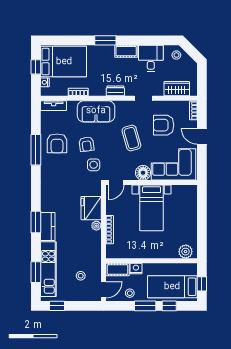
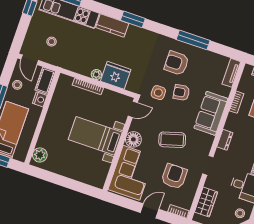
armchair: (57, 143) -> (177, 63), moved
door: (116, 183) -> (133, 109), swing flipped
window: (36, 222) -> (133, 19), moved

